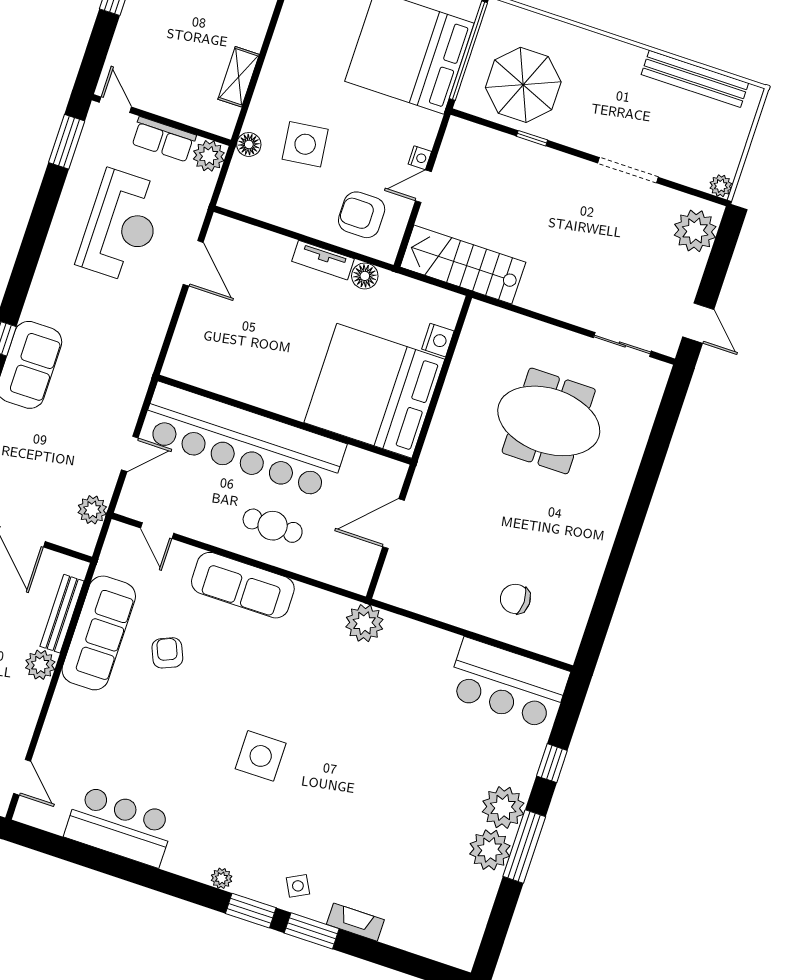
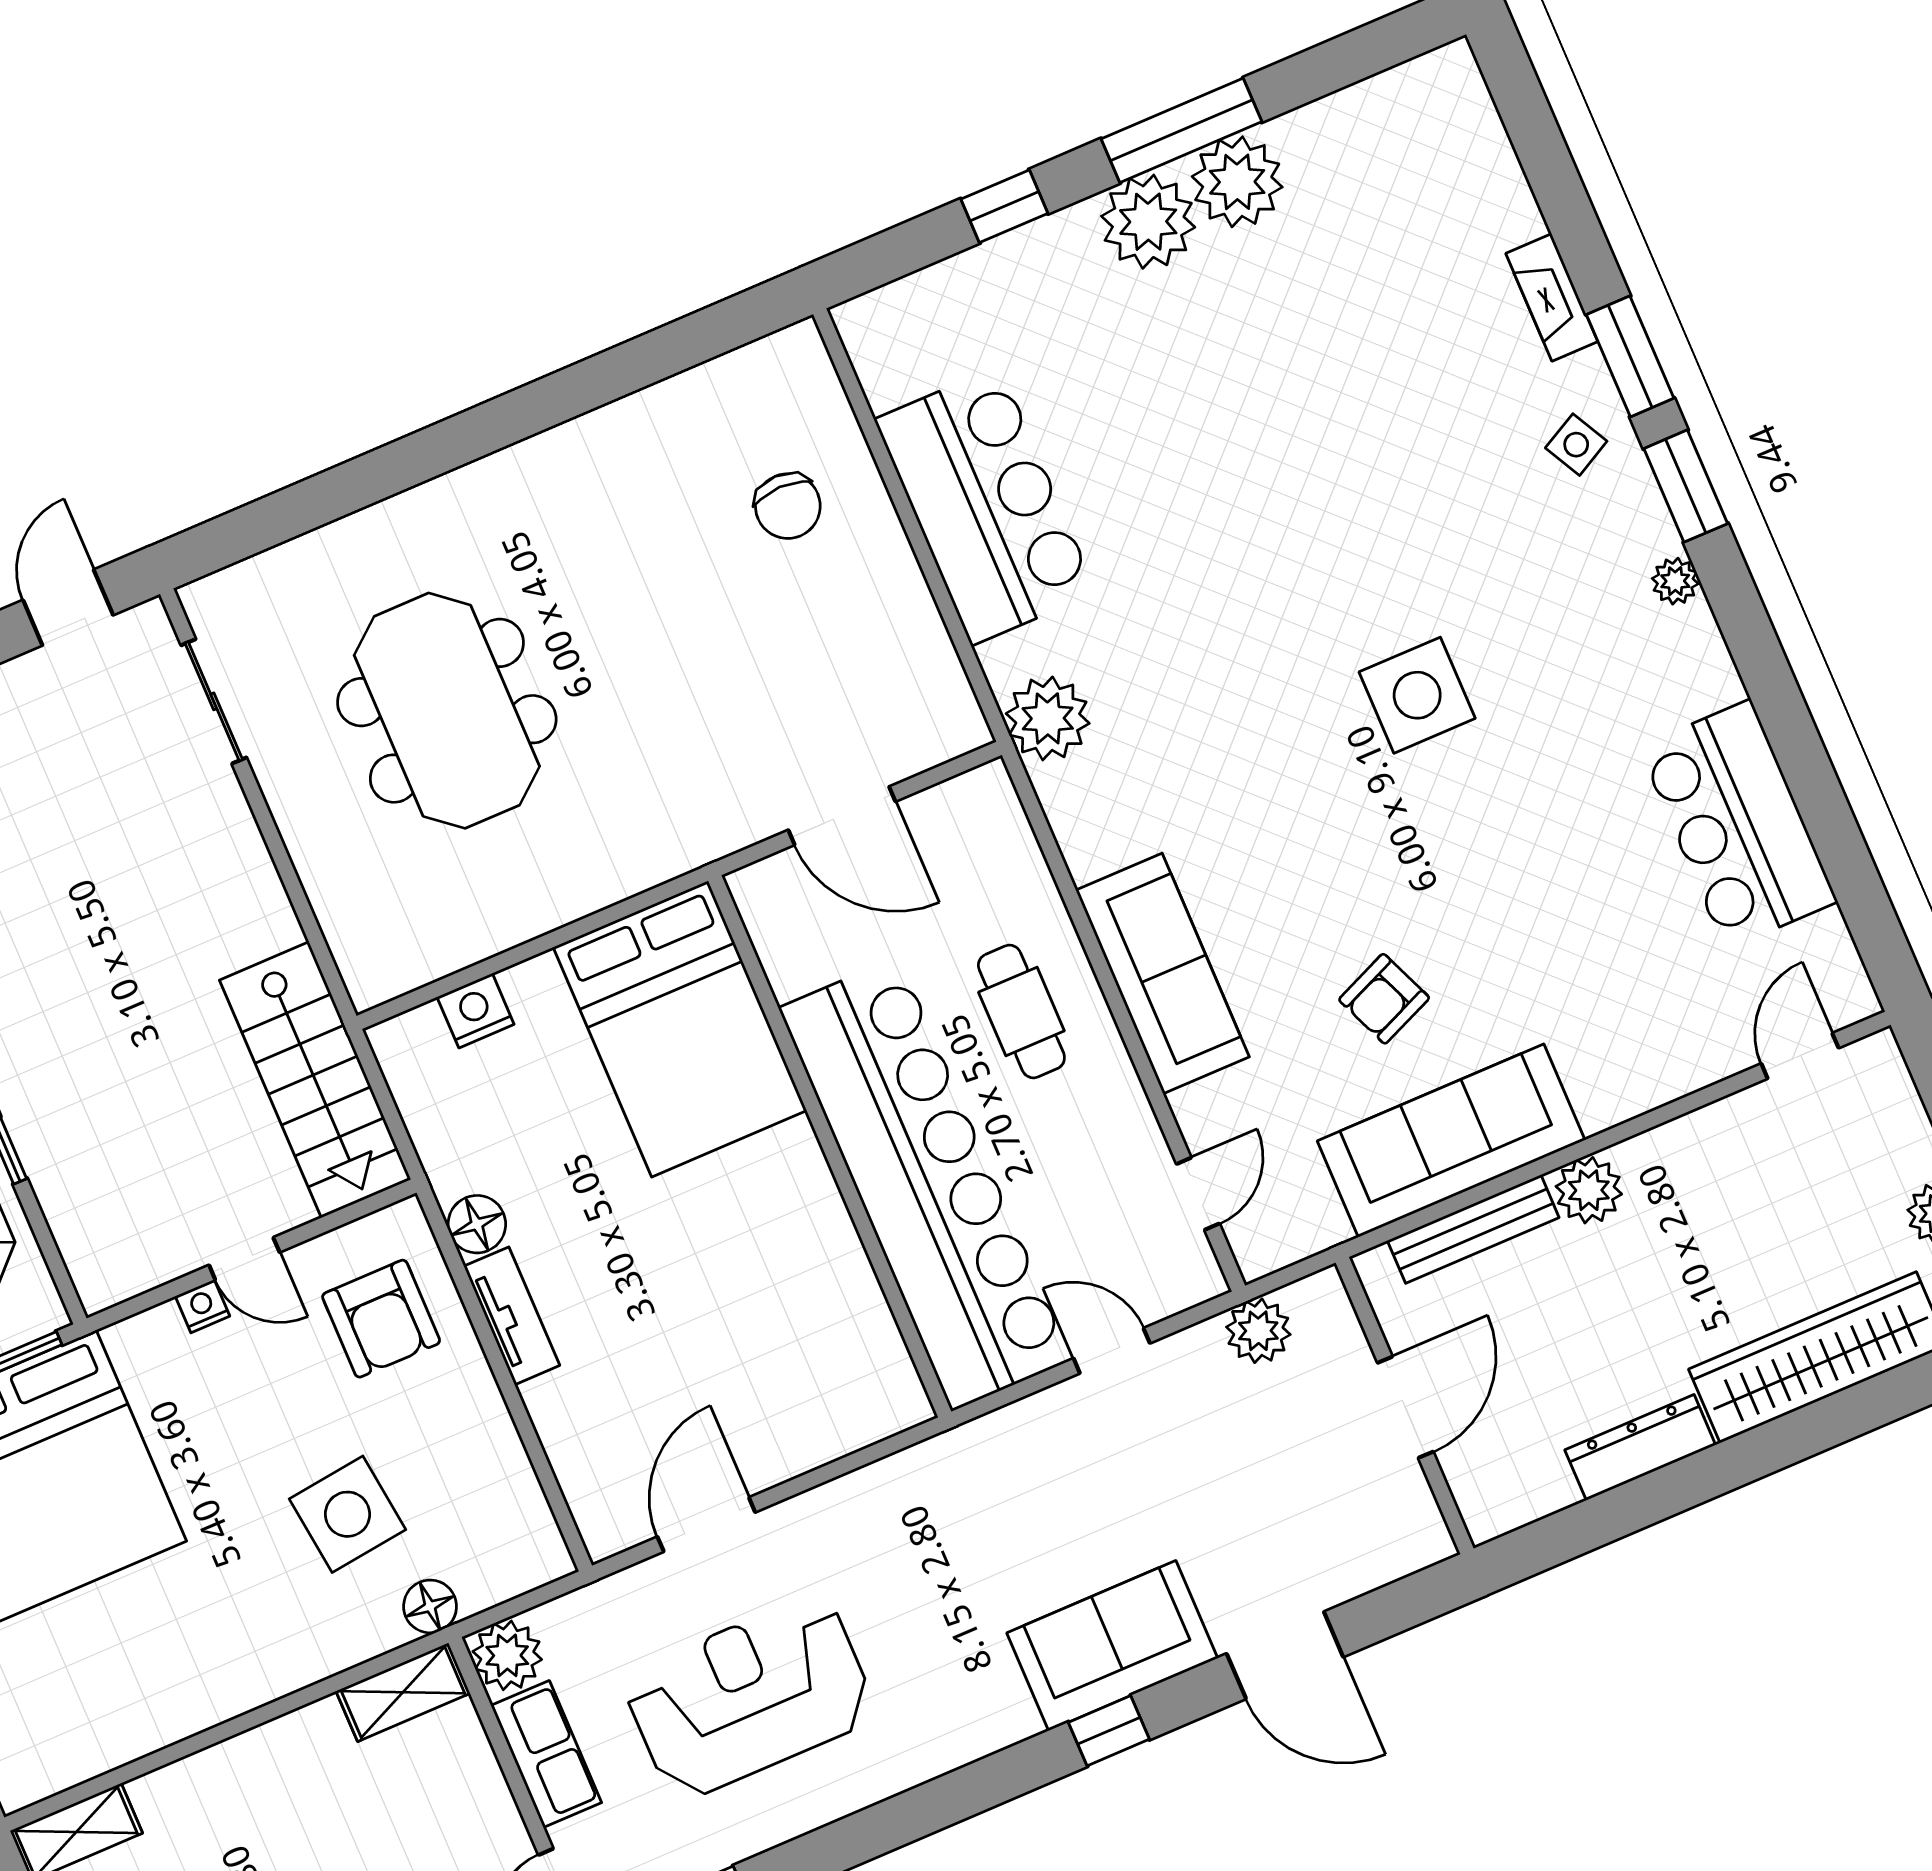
shelving: (239, 77) -> (403, 1692), moved
bed: (374, 391) -> (680, 1029), width x0.73
bar counter: (508, 684) -> (985, 506), moved

